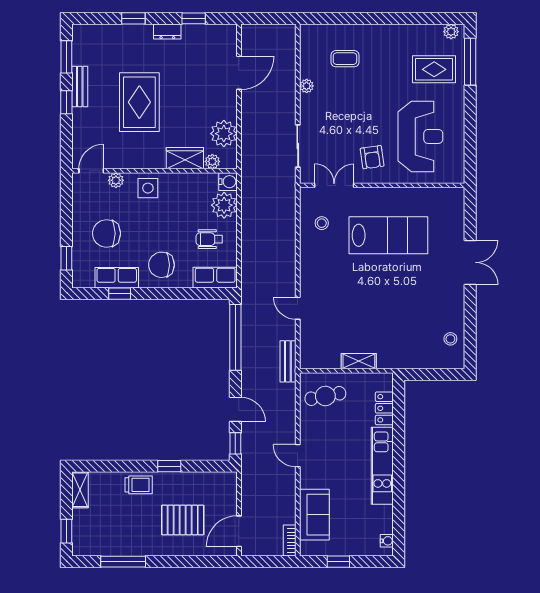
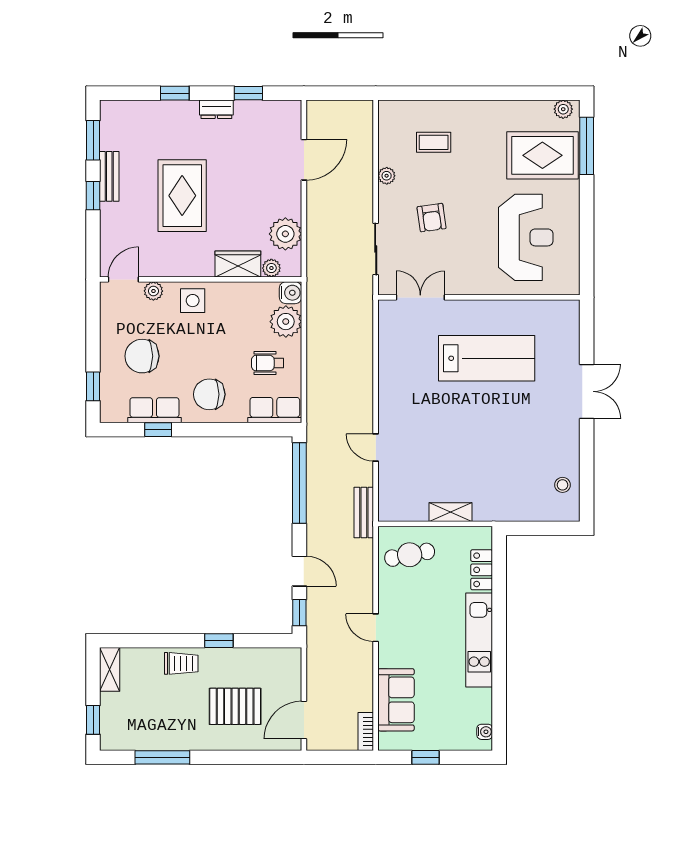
rug: (434, 69) -> (542, 155), width x1.36, depth x1.43
armchair: (372, 157) -> (432, 218), moved
stool: (322, 223) -> (405, 343), removed

